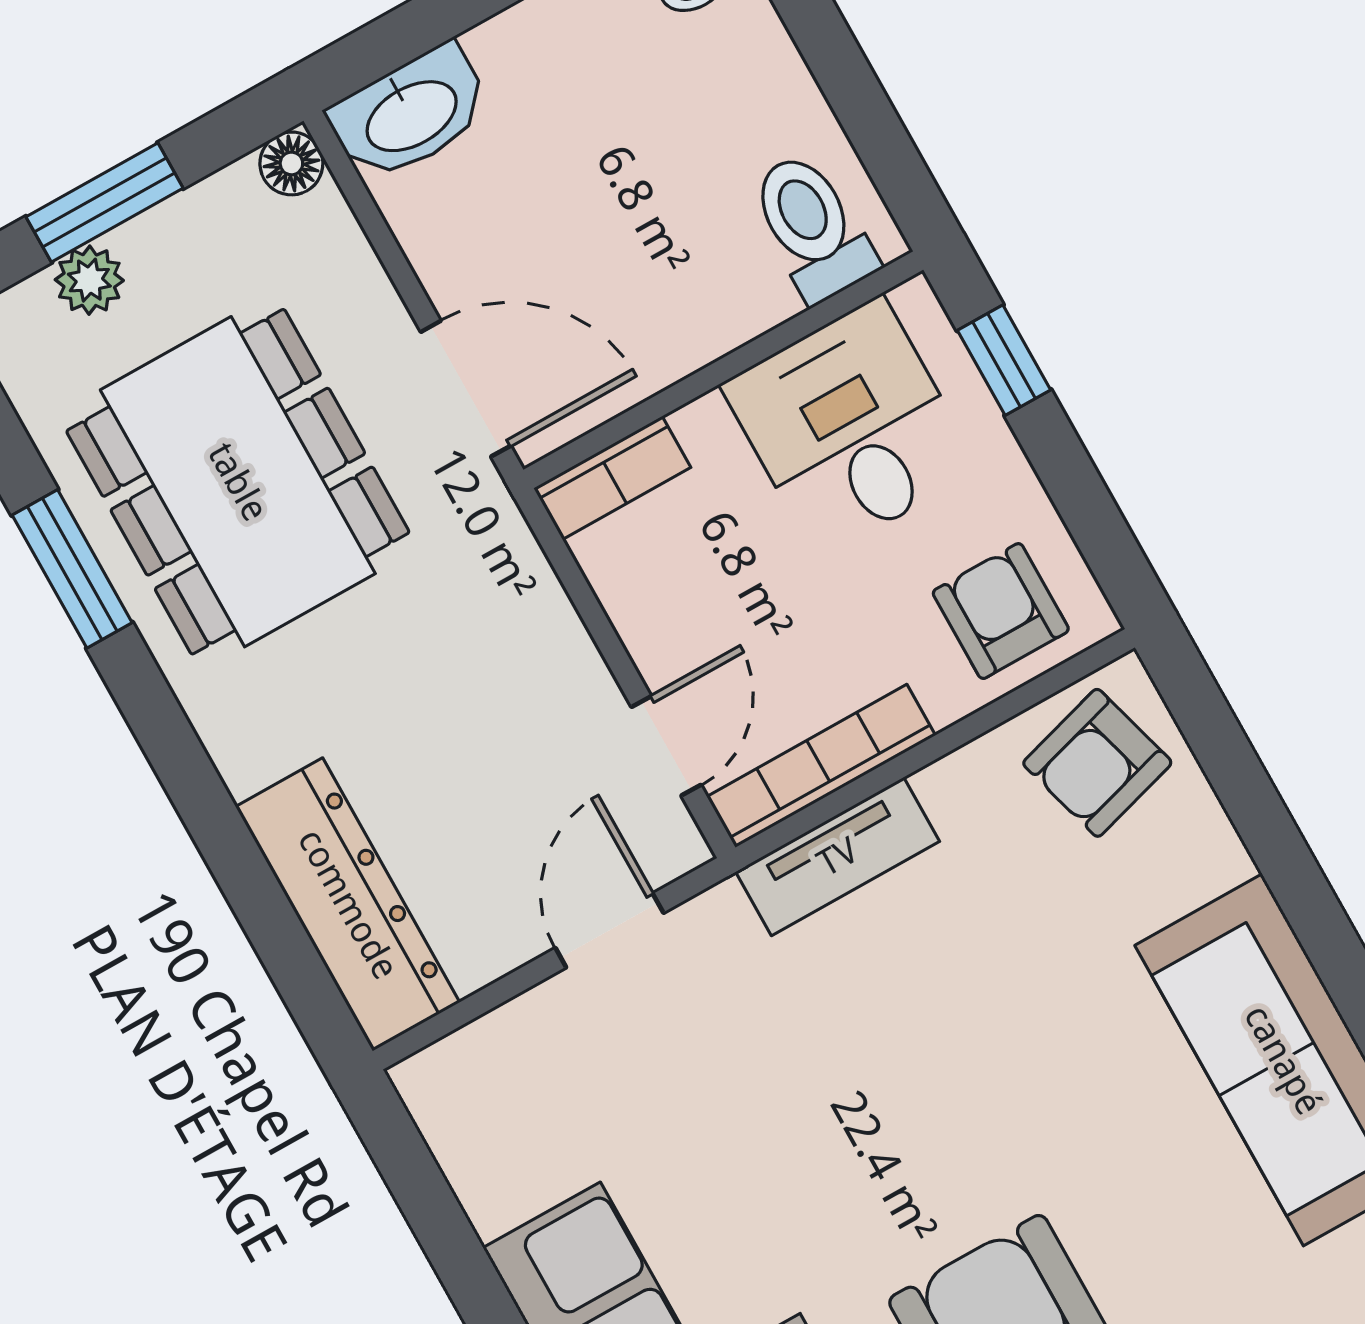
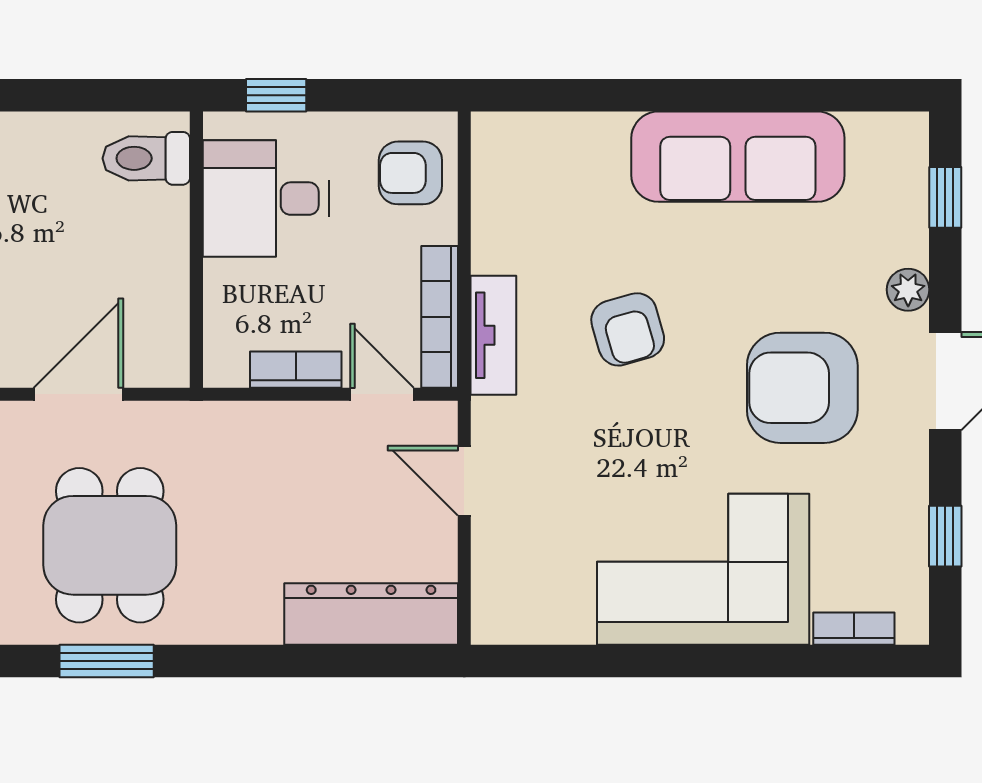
door: (466, 389) -> (78, 394), moved
bookcase: (612, 478) -> (296, 370), moved, turned -90
dining table: (238, 482) -> (110, 545), width x0.73
armchair: (1097, 763) -> (628, 329), moved

